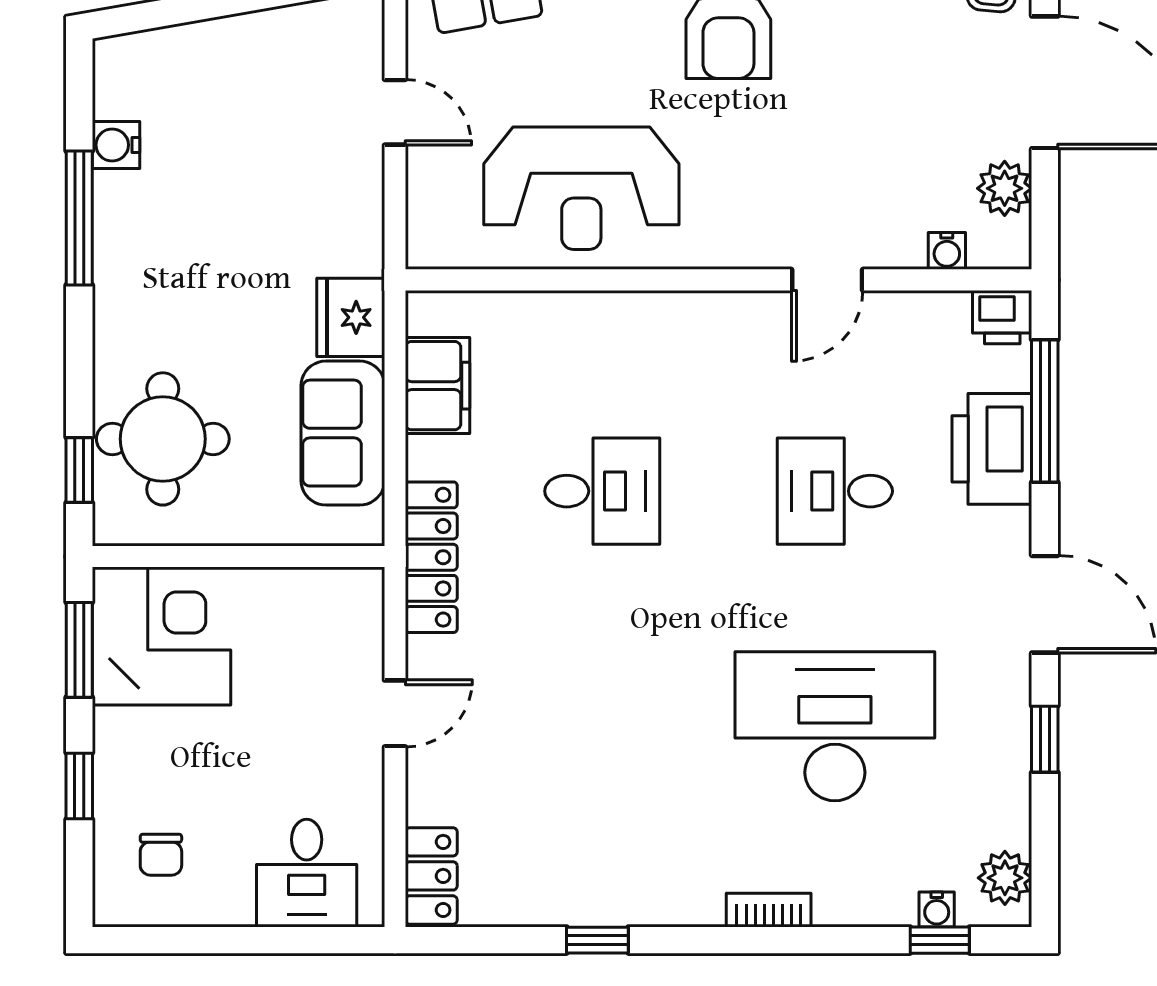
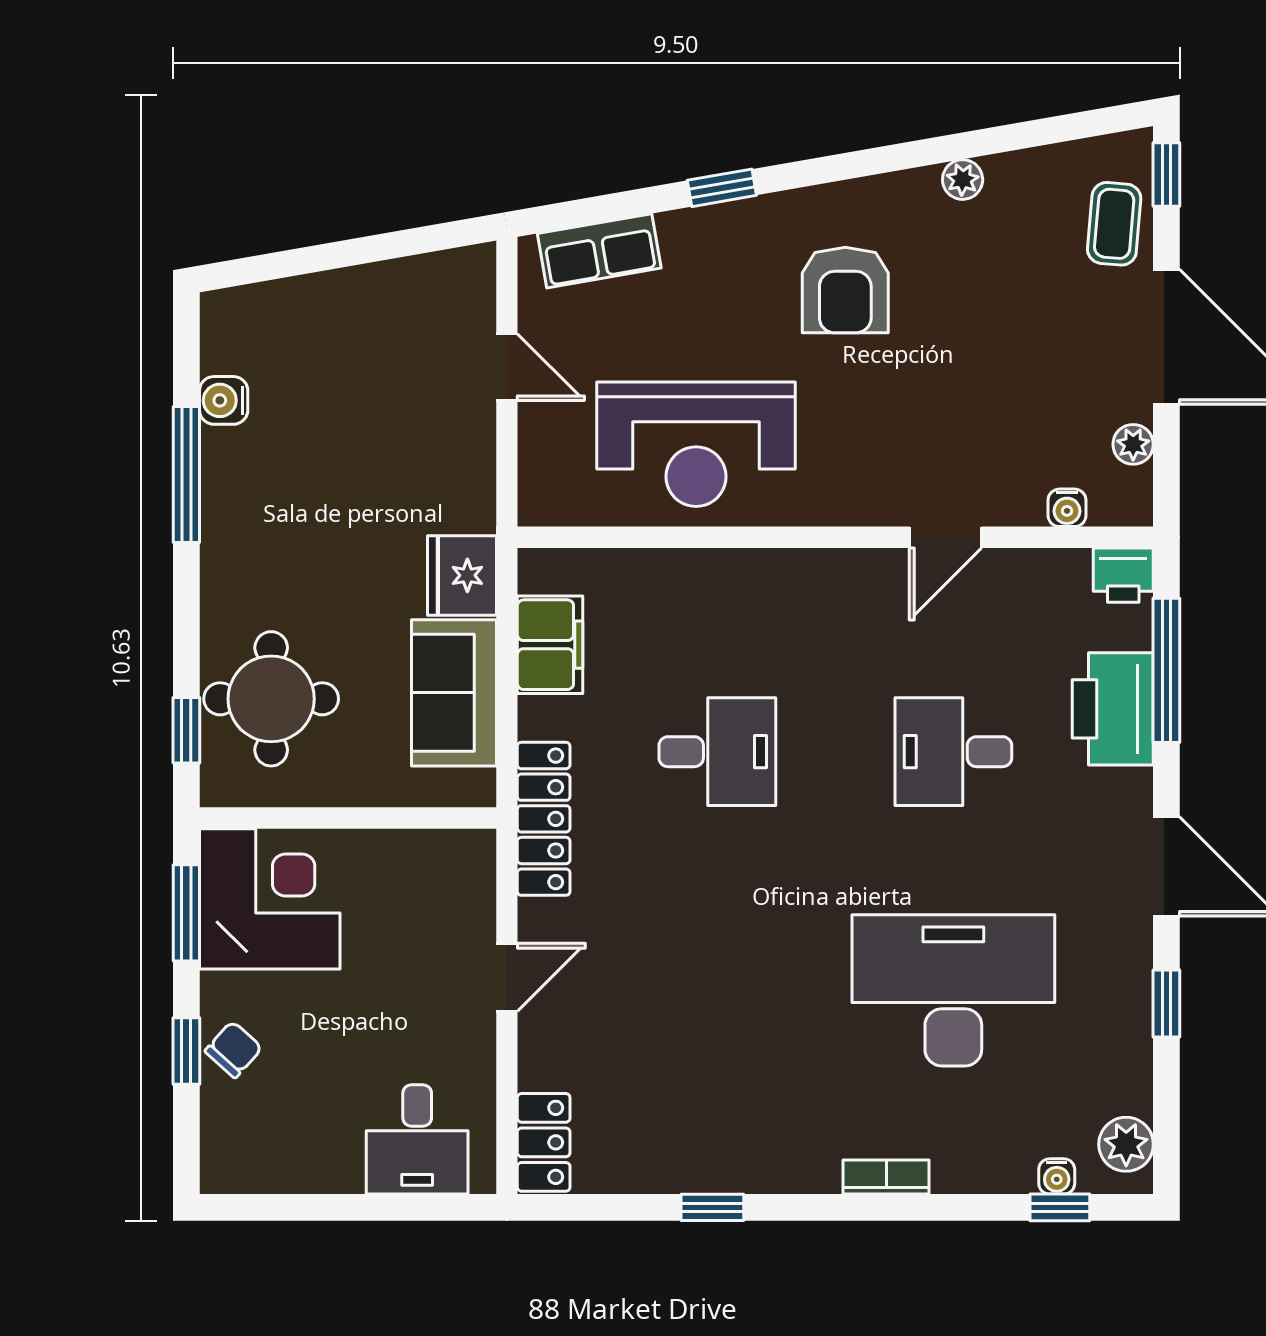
plant: (1005, 188) -> (1133, 444), width x0.73, depth x0.73
chair: (161, 855) -> (234, 1049), moved, turned -138

